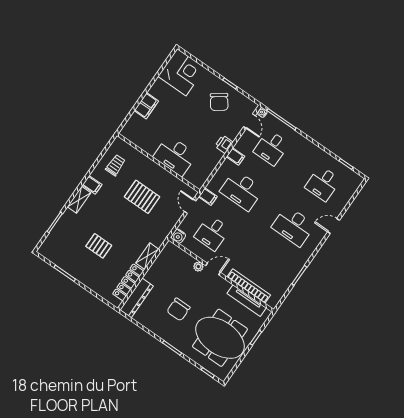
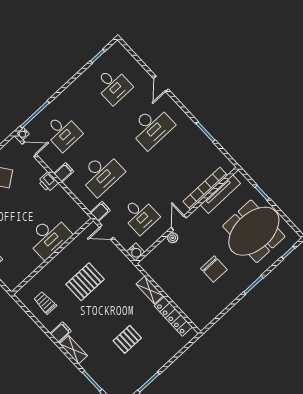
dresser: (137, 298) -> (192, 311), removed

